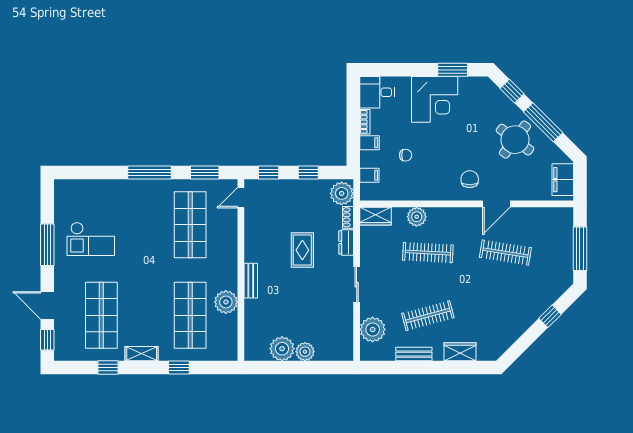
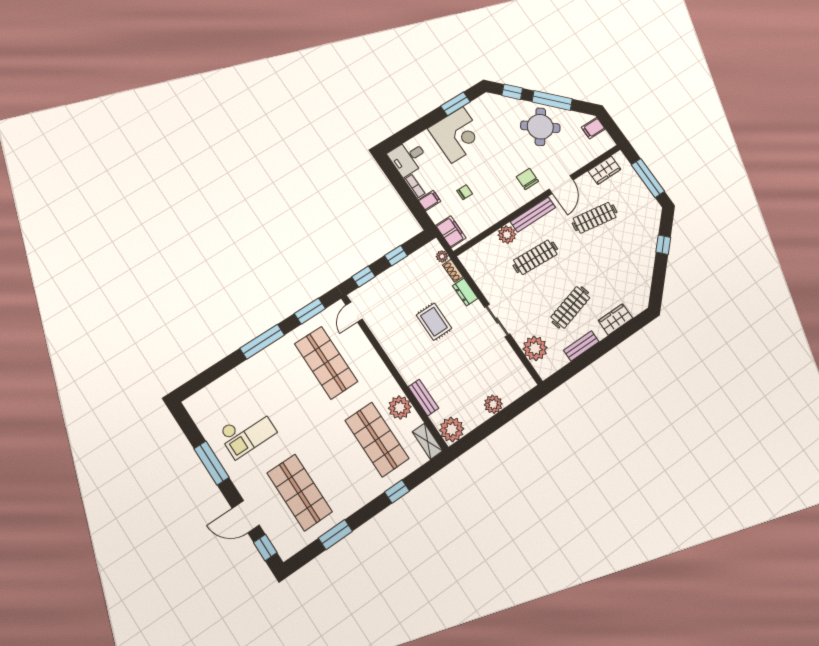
filing cabinet: (369, 175) -> (451, 232), width x2.00
filing cabinet: (563, 180) -> (593, 128), width x0.50
plant: (342, 193) -> (442, 256), width x0.53, depth x0.53
bench: (452, 214) -> (533, 215), added
wardrobe: (375, 216) -> (604, 170), moved
bench: (251, 281) -> (423, 398), moved
plant: (282, 349) -> (452, 429), moved
shelving: (142, 354) -> (428, 441), moved, turned 90
window: (108, 368) -> (335, 535), width x1.50

